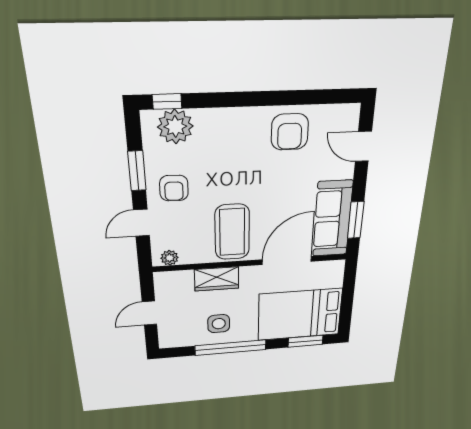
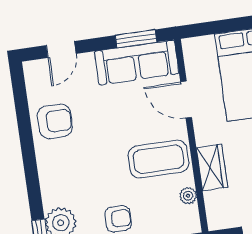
plant: (170, 258) -> (188, 196), moved
door: (287, 261) -> (186, 100), width x0.73

